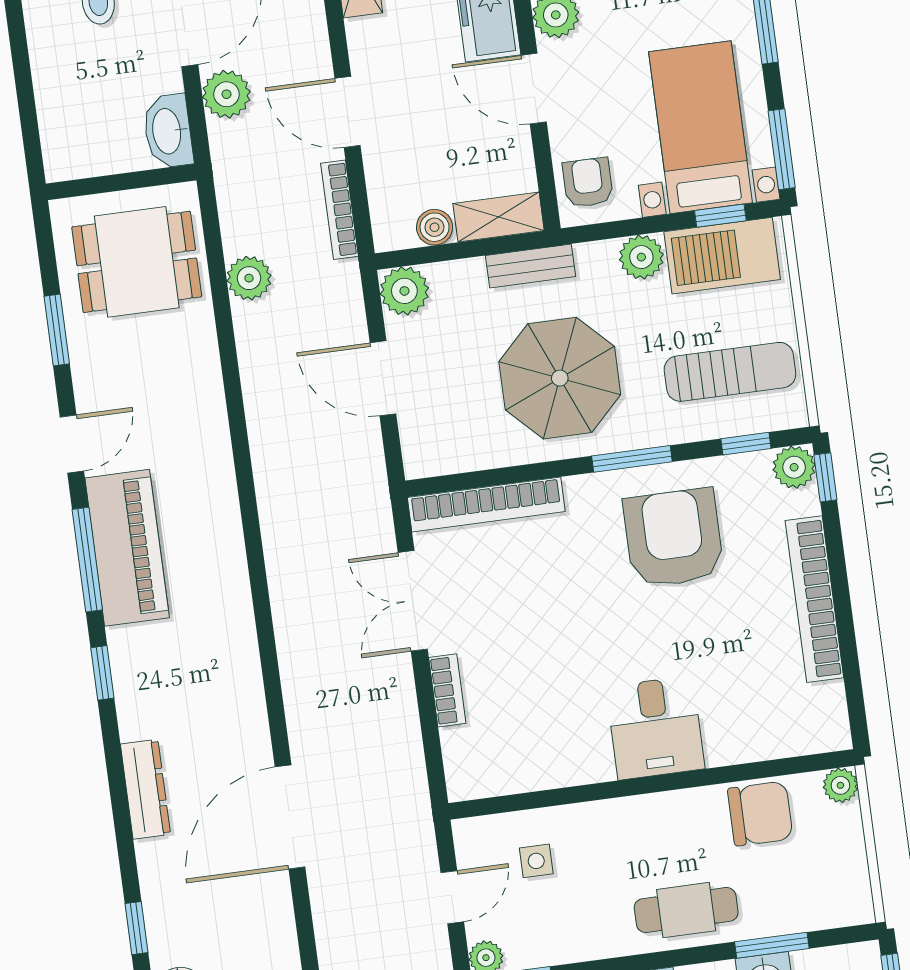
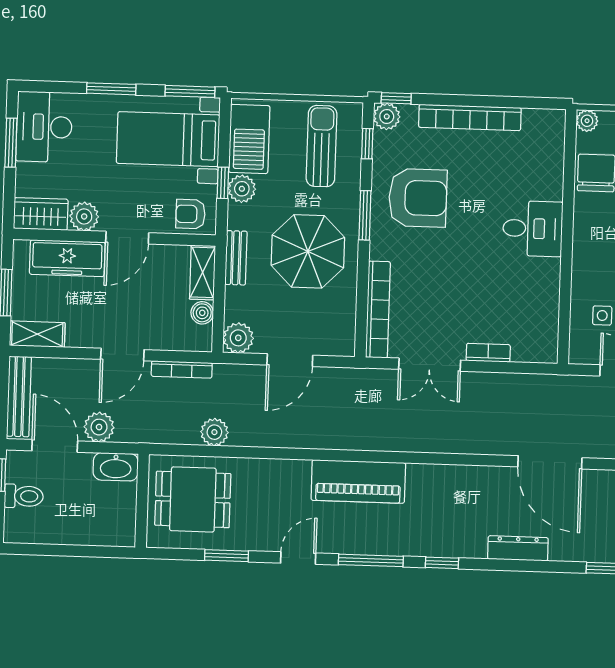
window: (720, 216) -> (223, 183), moved
dining table: (137, 262) -> (193, 499), turned 90
door: (72, 444) -> (298, 558), hinge flipped
armchair: (674, 538) -> (418, 198), turned 180
piano: (127, 548) -> (358, 481), moved, turned 180

